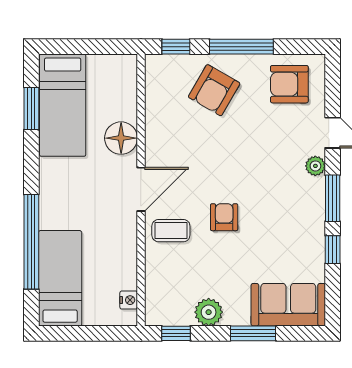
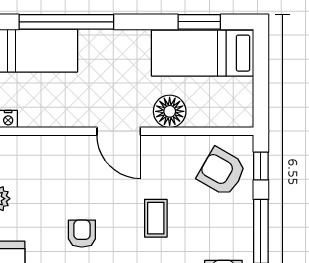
armchair: (214, 90) -> (222, 172), moved
armchair: (224, 217) -> (82, 234), moved, turned -90
coffee table: (171, 231) -> (156, 218), moved

